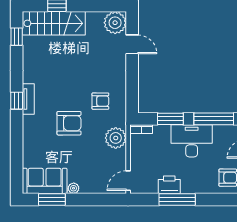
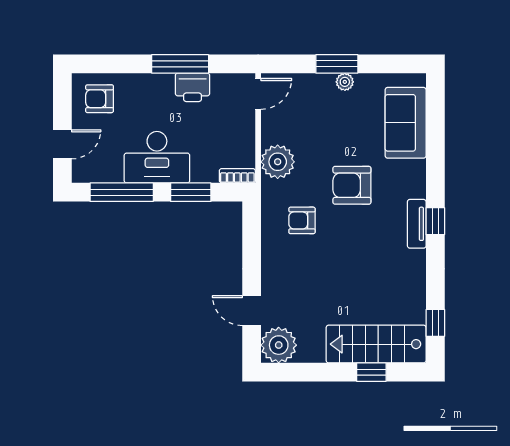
sofa: (45, 181) -> (406, 123), moved, turned 90
window: (52, 200) -> (337, 64), moved

